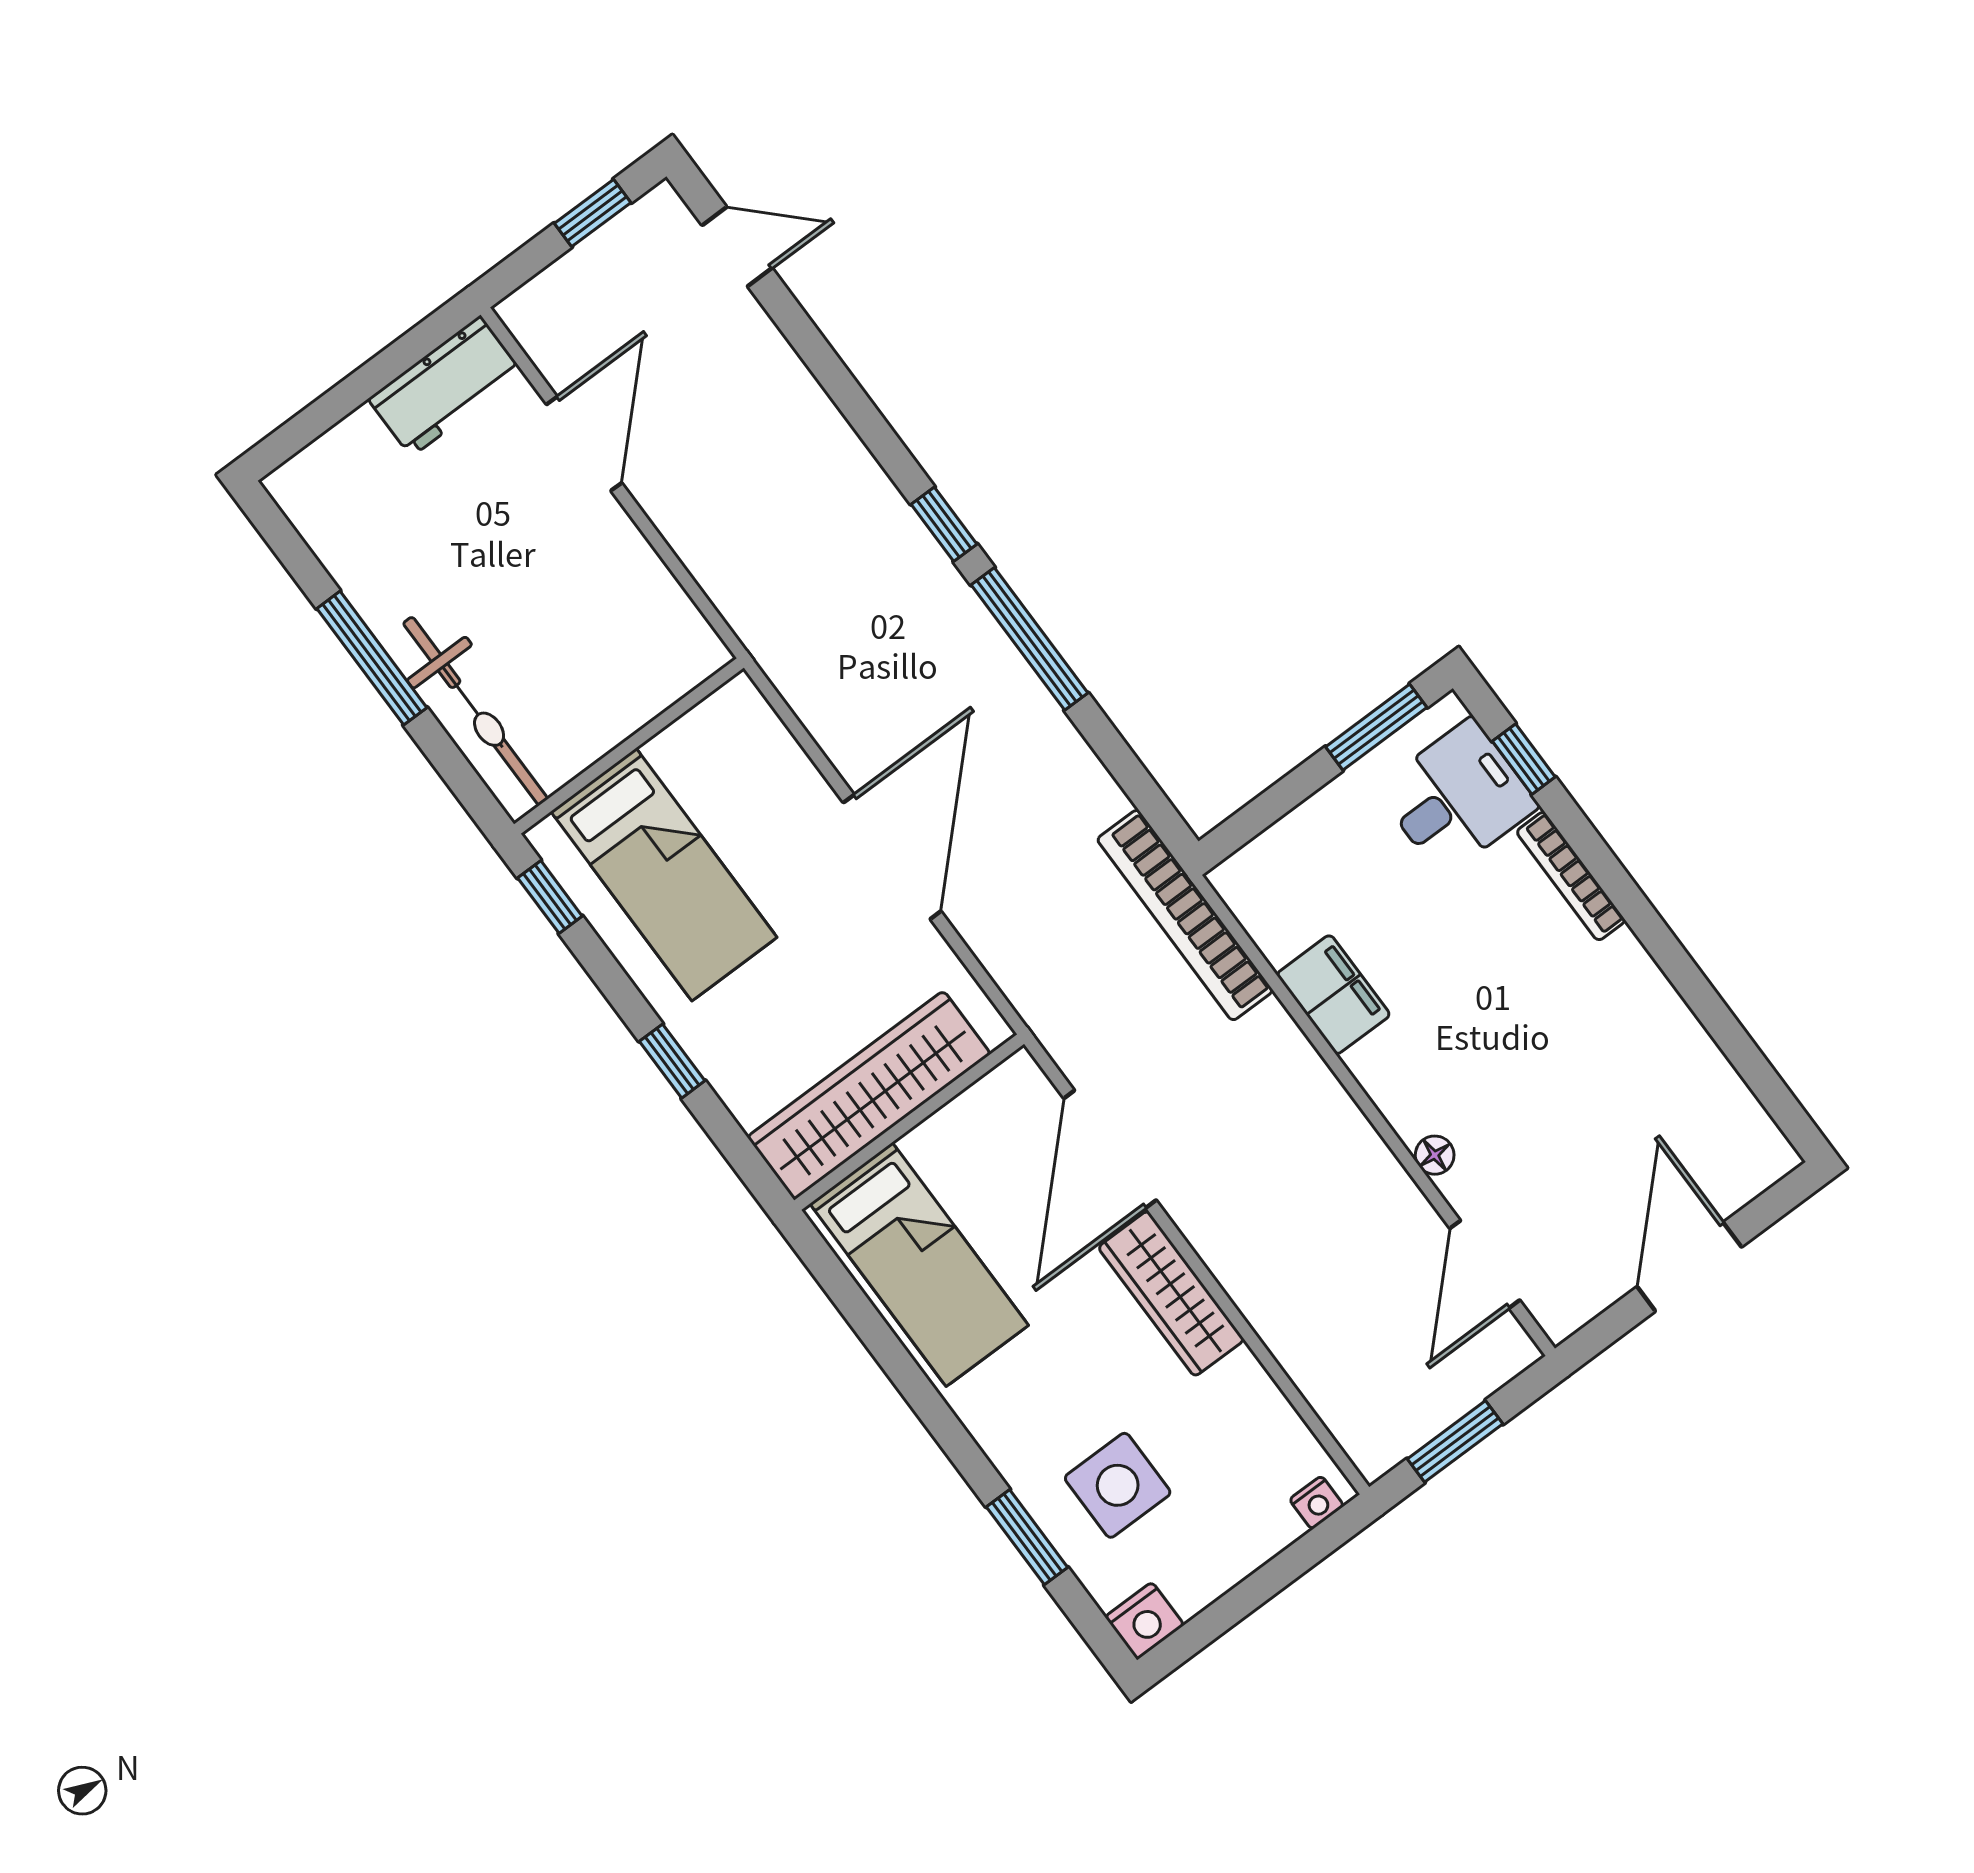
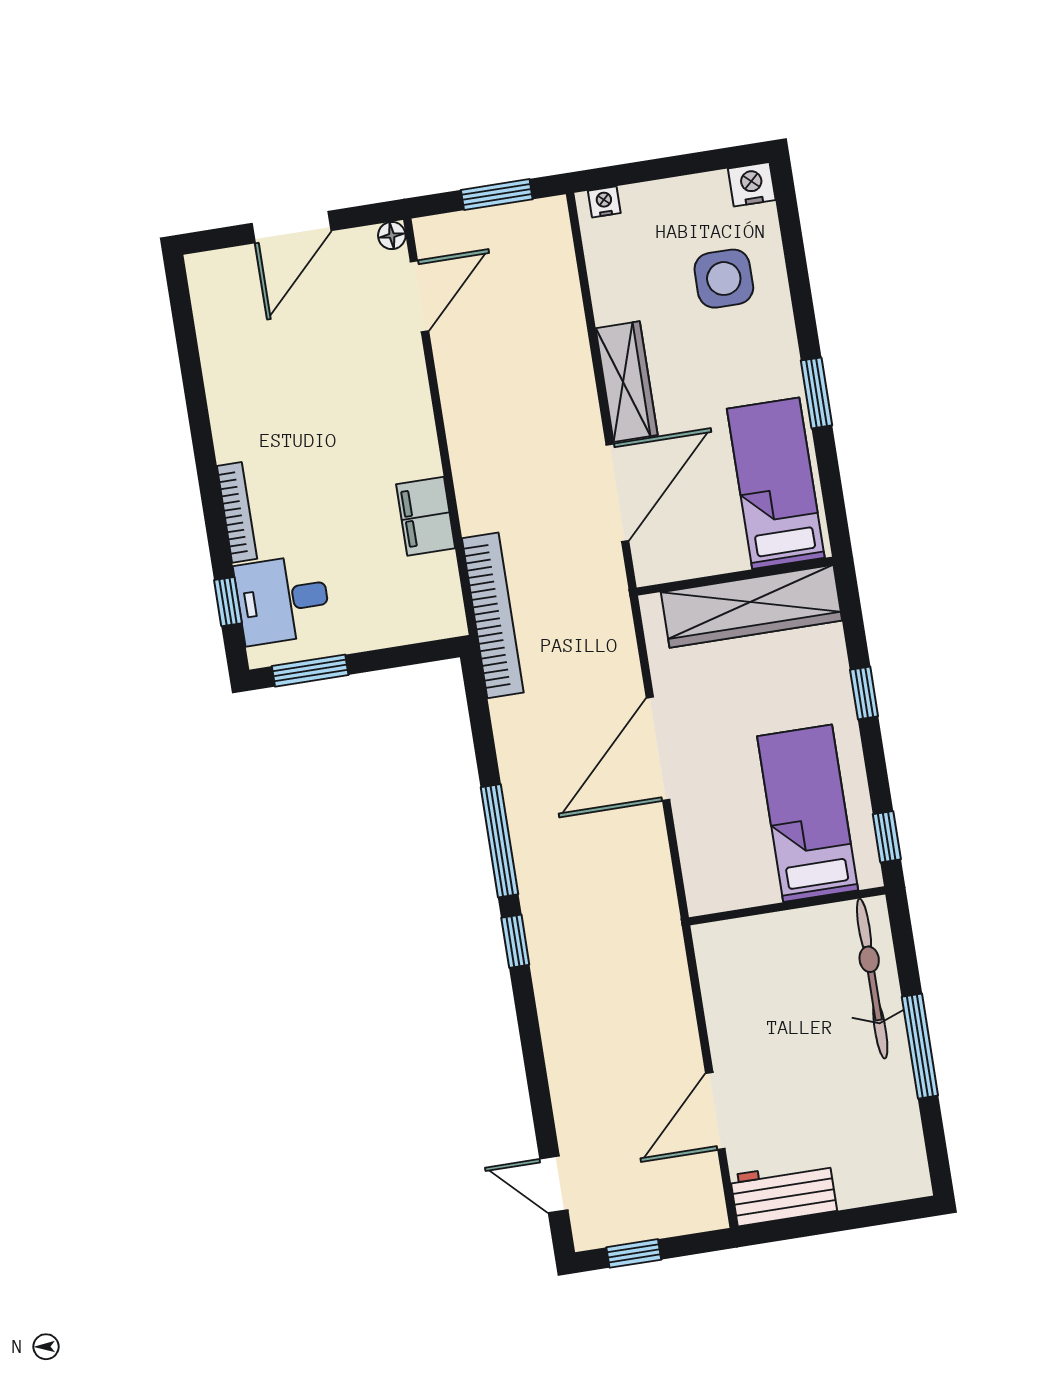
floor lamp: (1435, 1155) -> (392, 236), moved
window: (1027, 1537) -> (817, 393), moved

